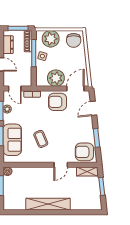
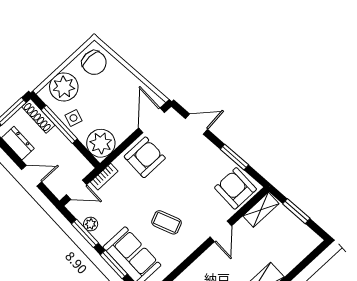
plant: (56, 78) -> (101, 143), moved
armchair: (57, 102) -> (145, 157), turned 180
door: (93, 108) -> (197, 124), swing flipped
armchair: (84, 152) -> (236, 188), turned 90

